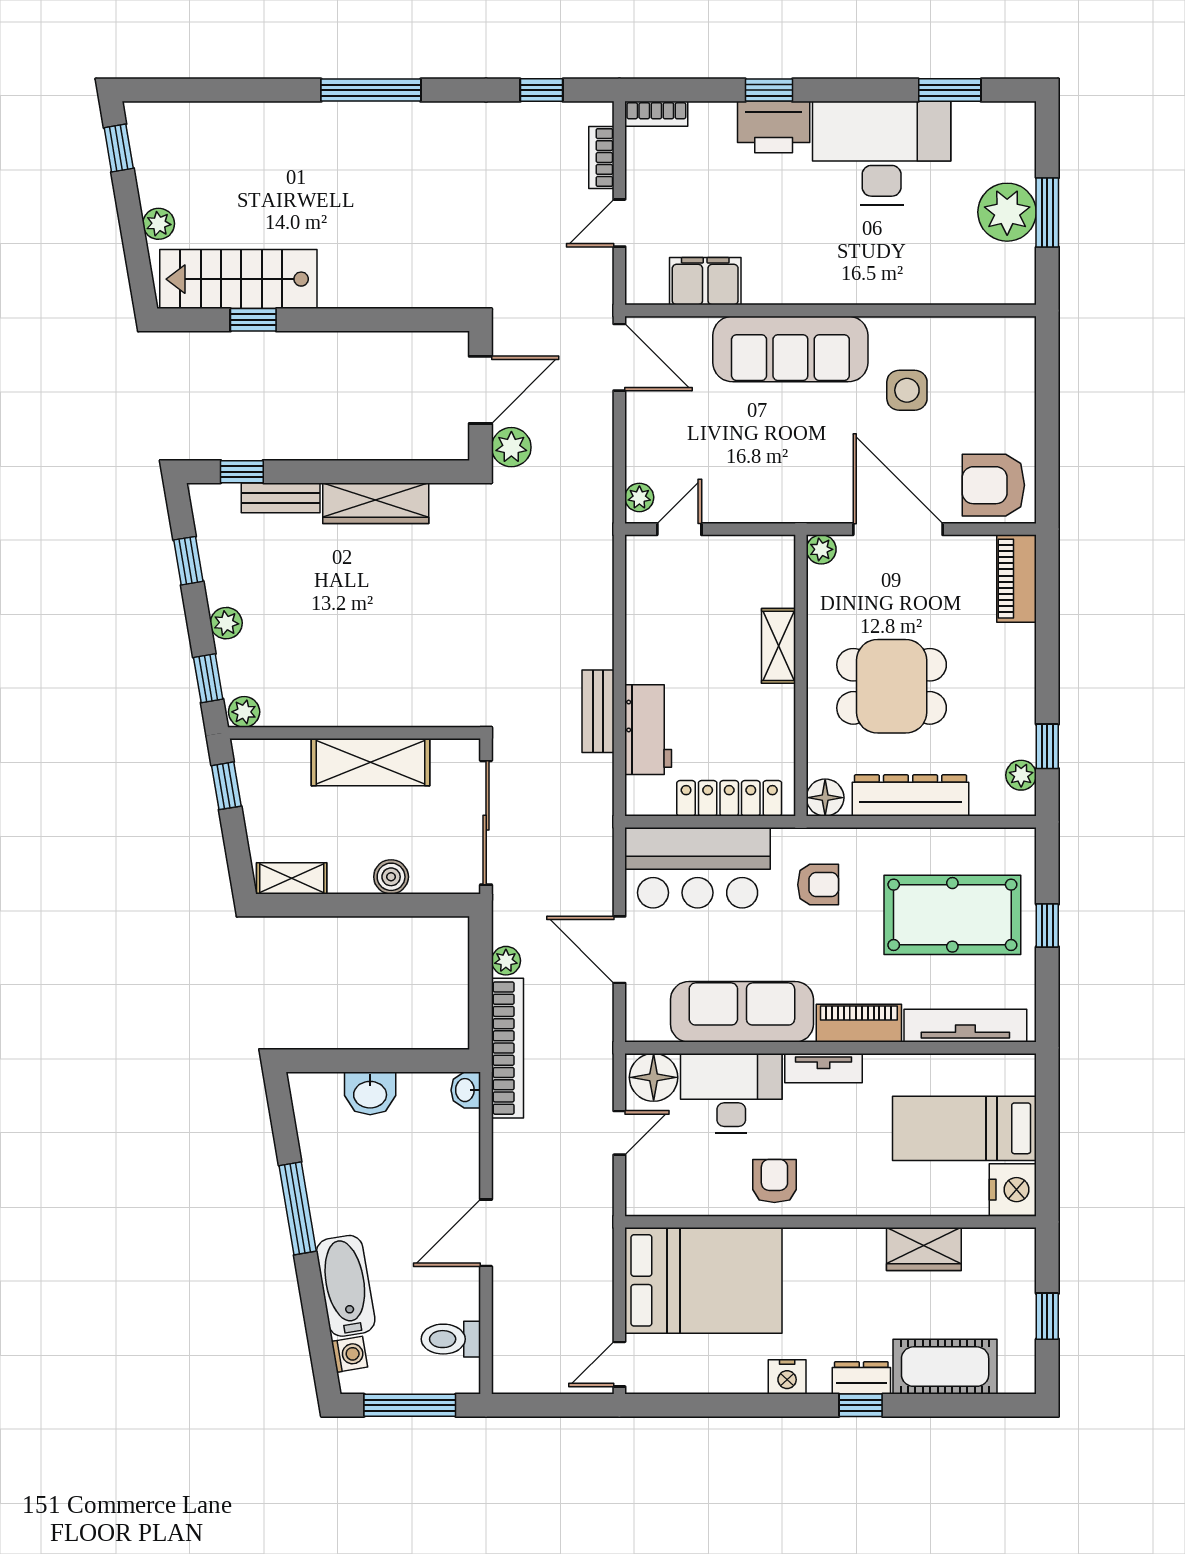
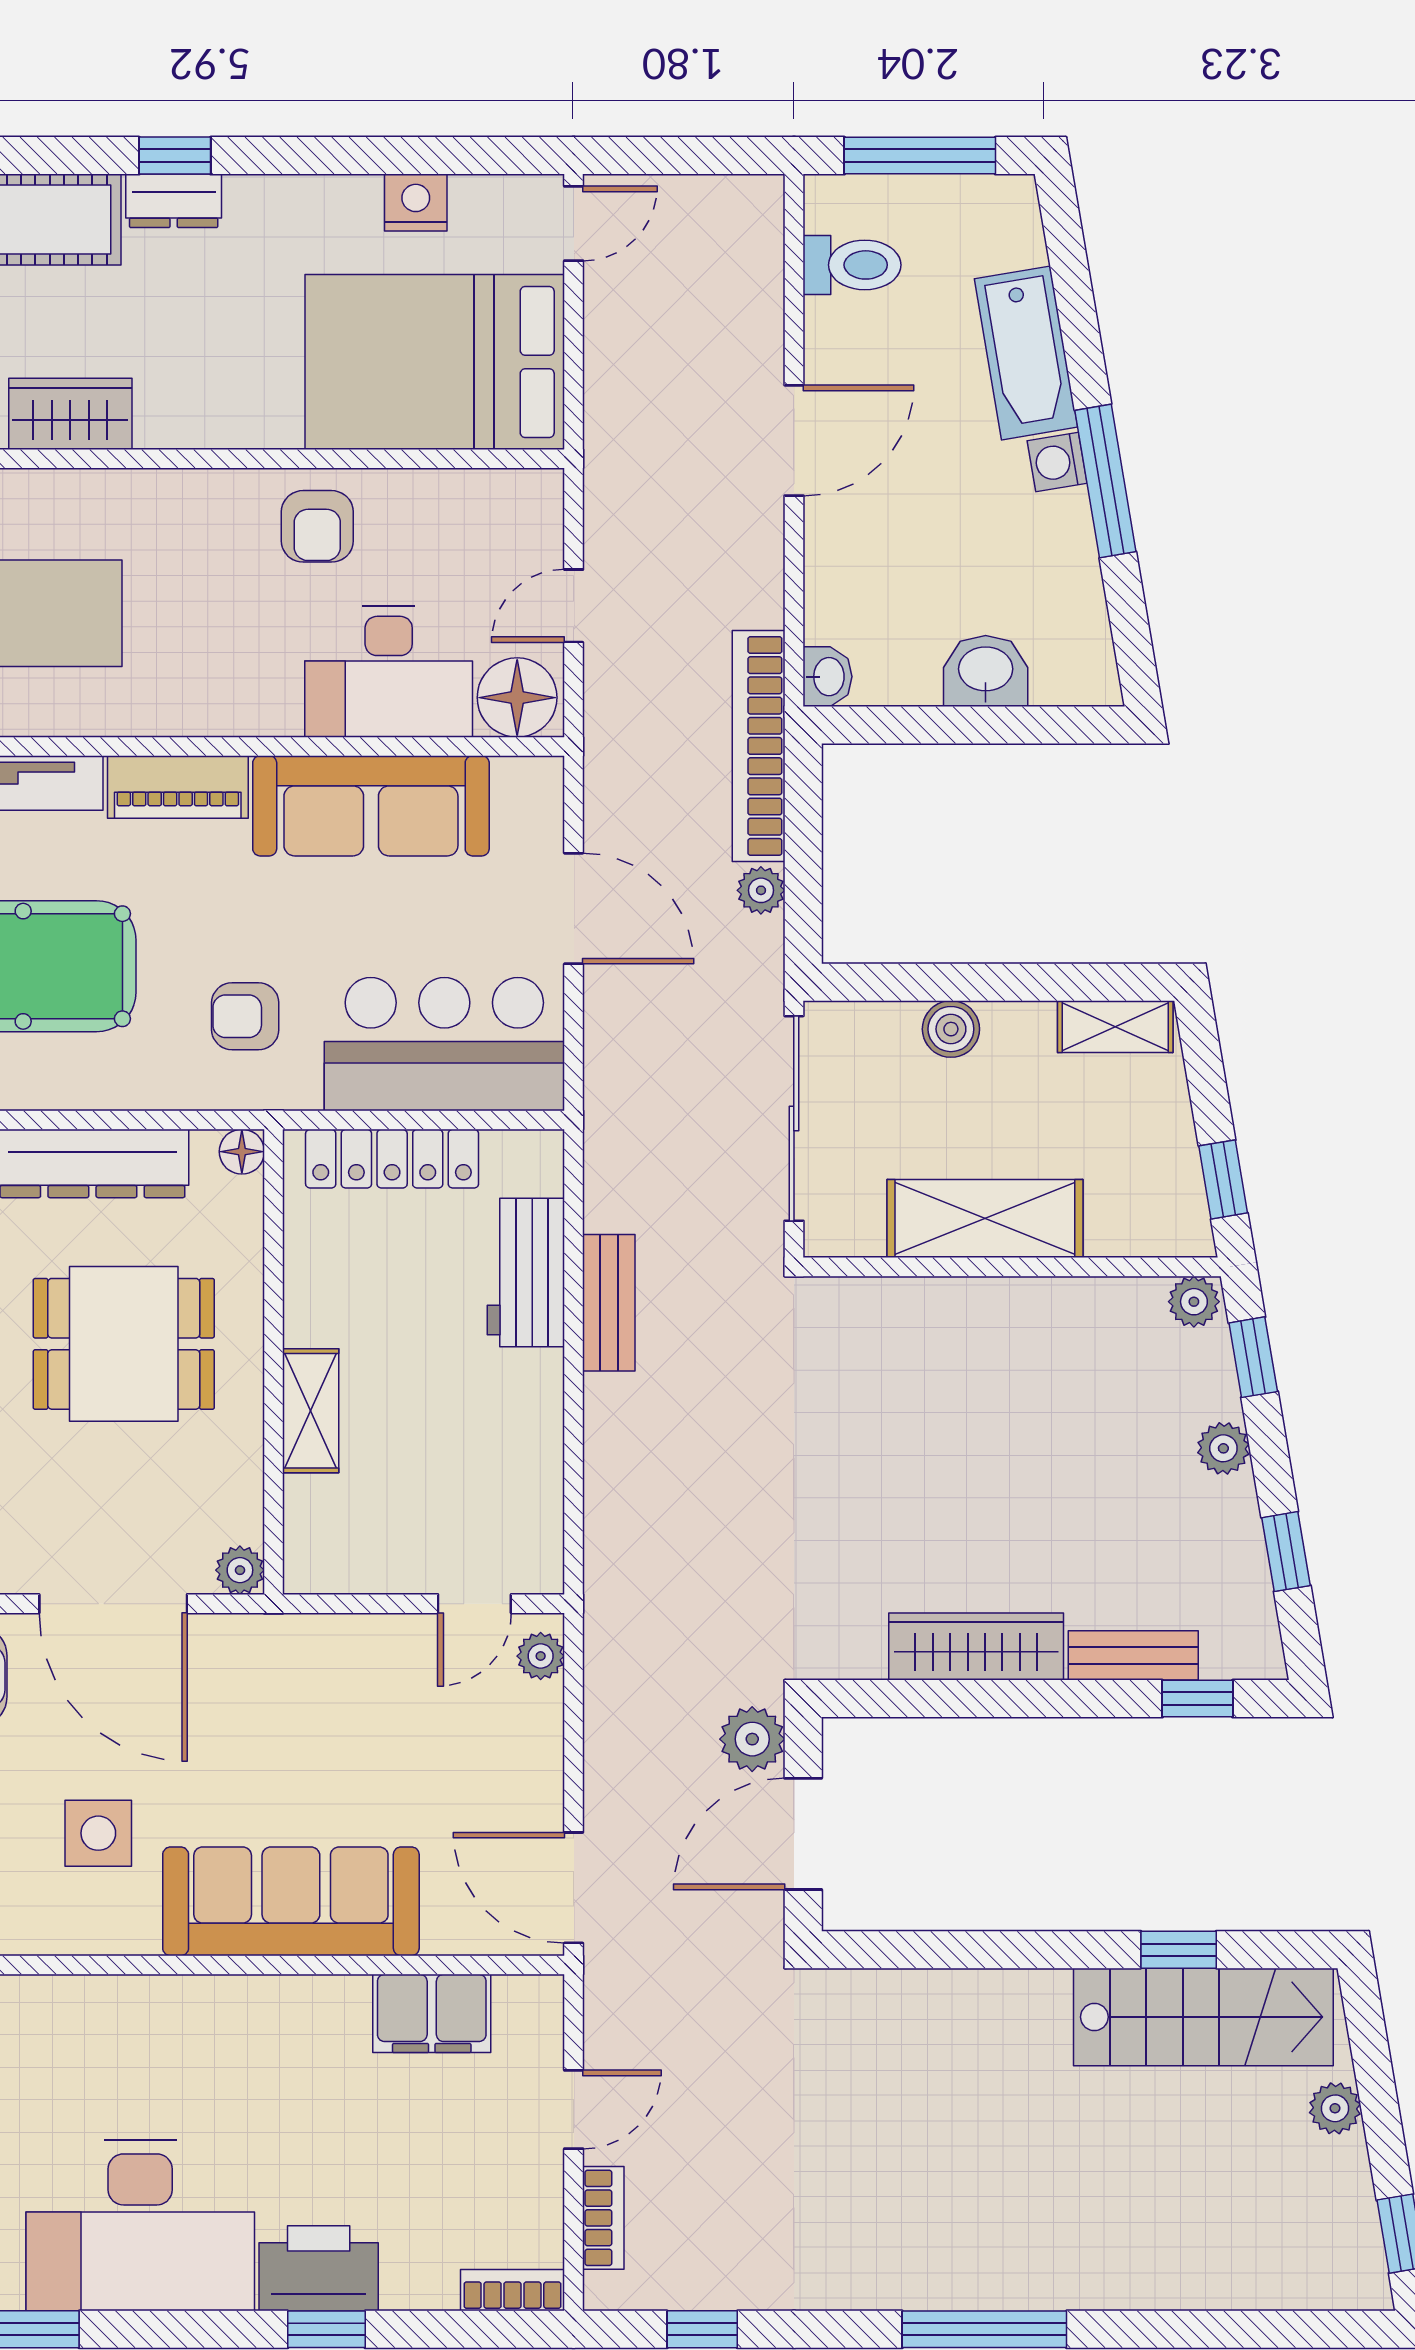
floor lamp: (825, 798) -> (242, 1152), width x0.73, depth x0.73
tv unit: (823, 1068) -> (236, 713), removed
washing machine: (349, 1354) -> (1057, 462), moved
nightstand: (787, 1377) -> (416, 203), moved

